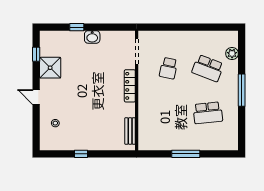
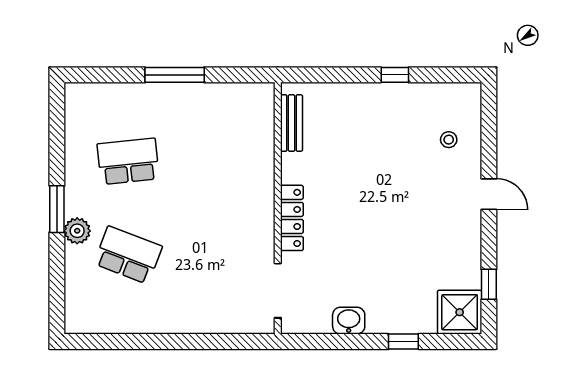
washbasin: (92, 37) -> (349, 321), moved
plant: (232, 53) -> (77, 231), moved
shower: (50, 68) -> (460, 312), moved
school desk: (168, 68) -> (211, 255), removed
window: (242, 90) -> (57, 209), width x0.69

